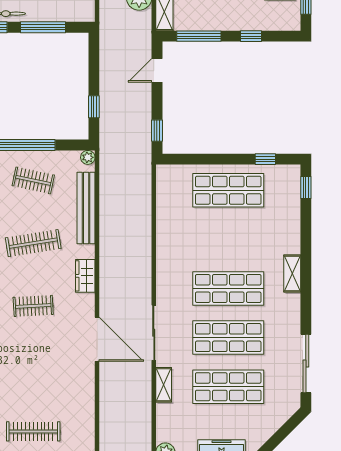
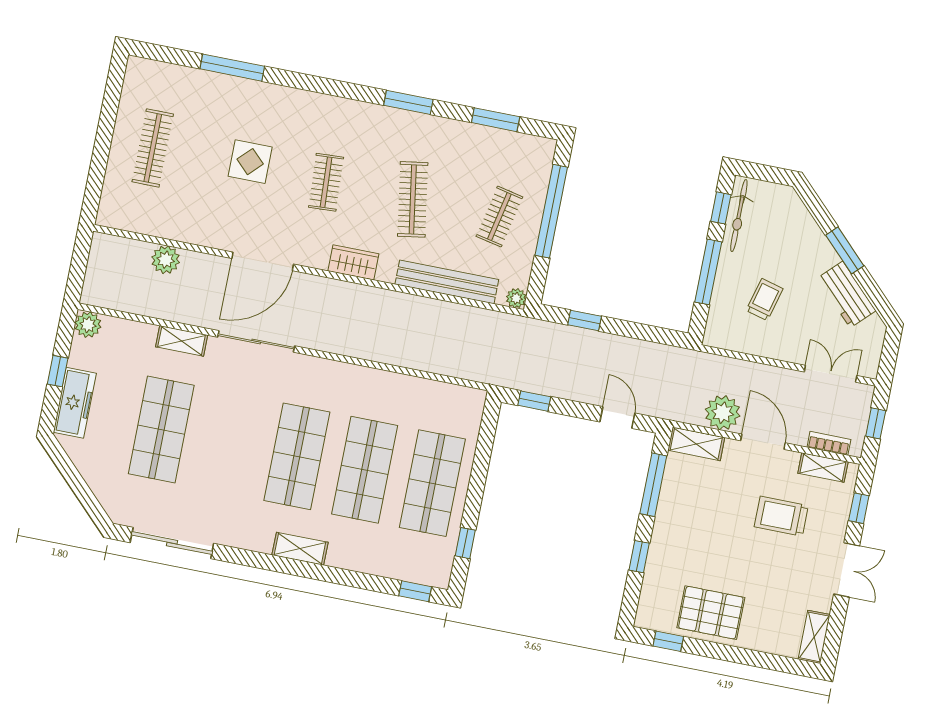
shop shelf: (228, 338) -> (365, 470), moved
display table: (29, 362) -> (250, 162), added
plant: (109, 407) -> (166, 260), added

